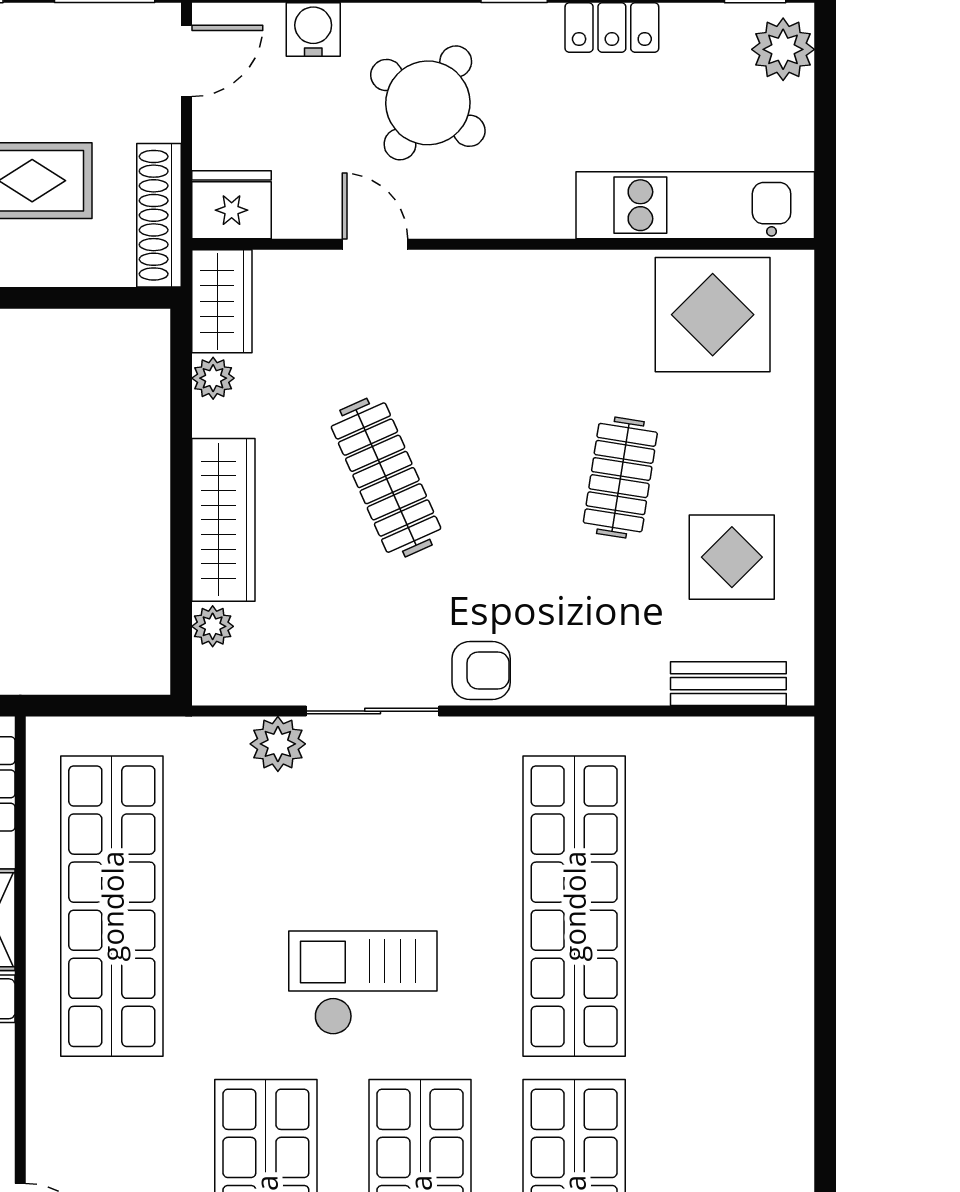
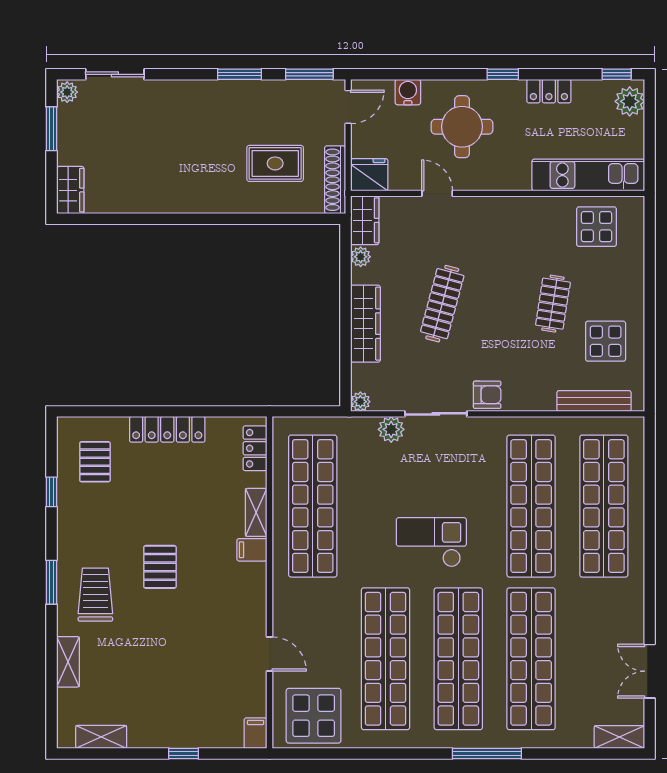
round table: (428, 103) -> (462, 127), turned -34
display table: (713, 315) -> (597, 227), width x0.73, depth x0.73
clothes rail: (386, 478) -> (442, 304), turned 39
plant: (213, 626) -> (360, 402), moved
bench: (728, 684) -> (594, 401), width x1.36
shop shelf: (728, 906) -> (604, 506), added

